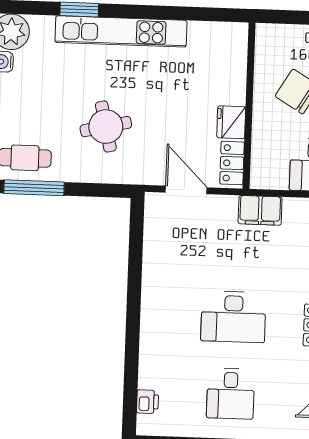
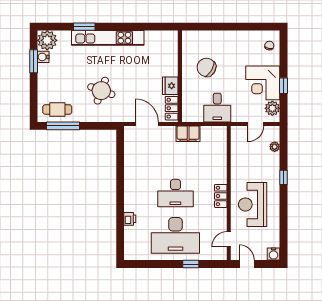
round table: (106, 127) -> (101, 91), turned 33
desk: (231, 394) -> (175, 235), width x1.87, depth x1.30
printer: (148, 402) -> (130, 219), moved

